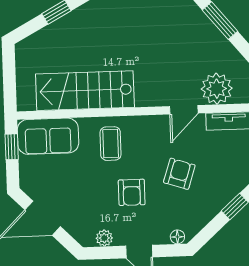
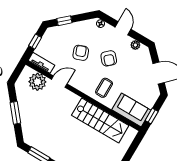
armchair: (179, 174) -> (81, 53), turned 142
armchair: (132, 192) -> (109, 58), turned 138

